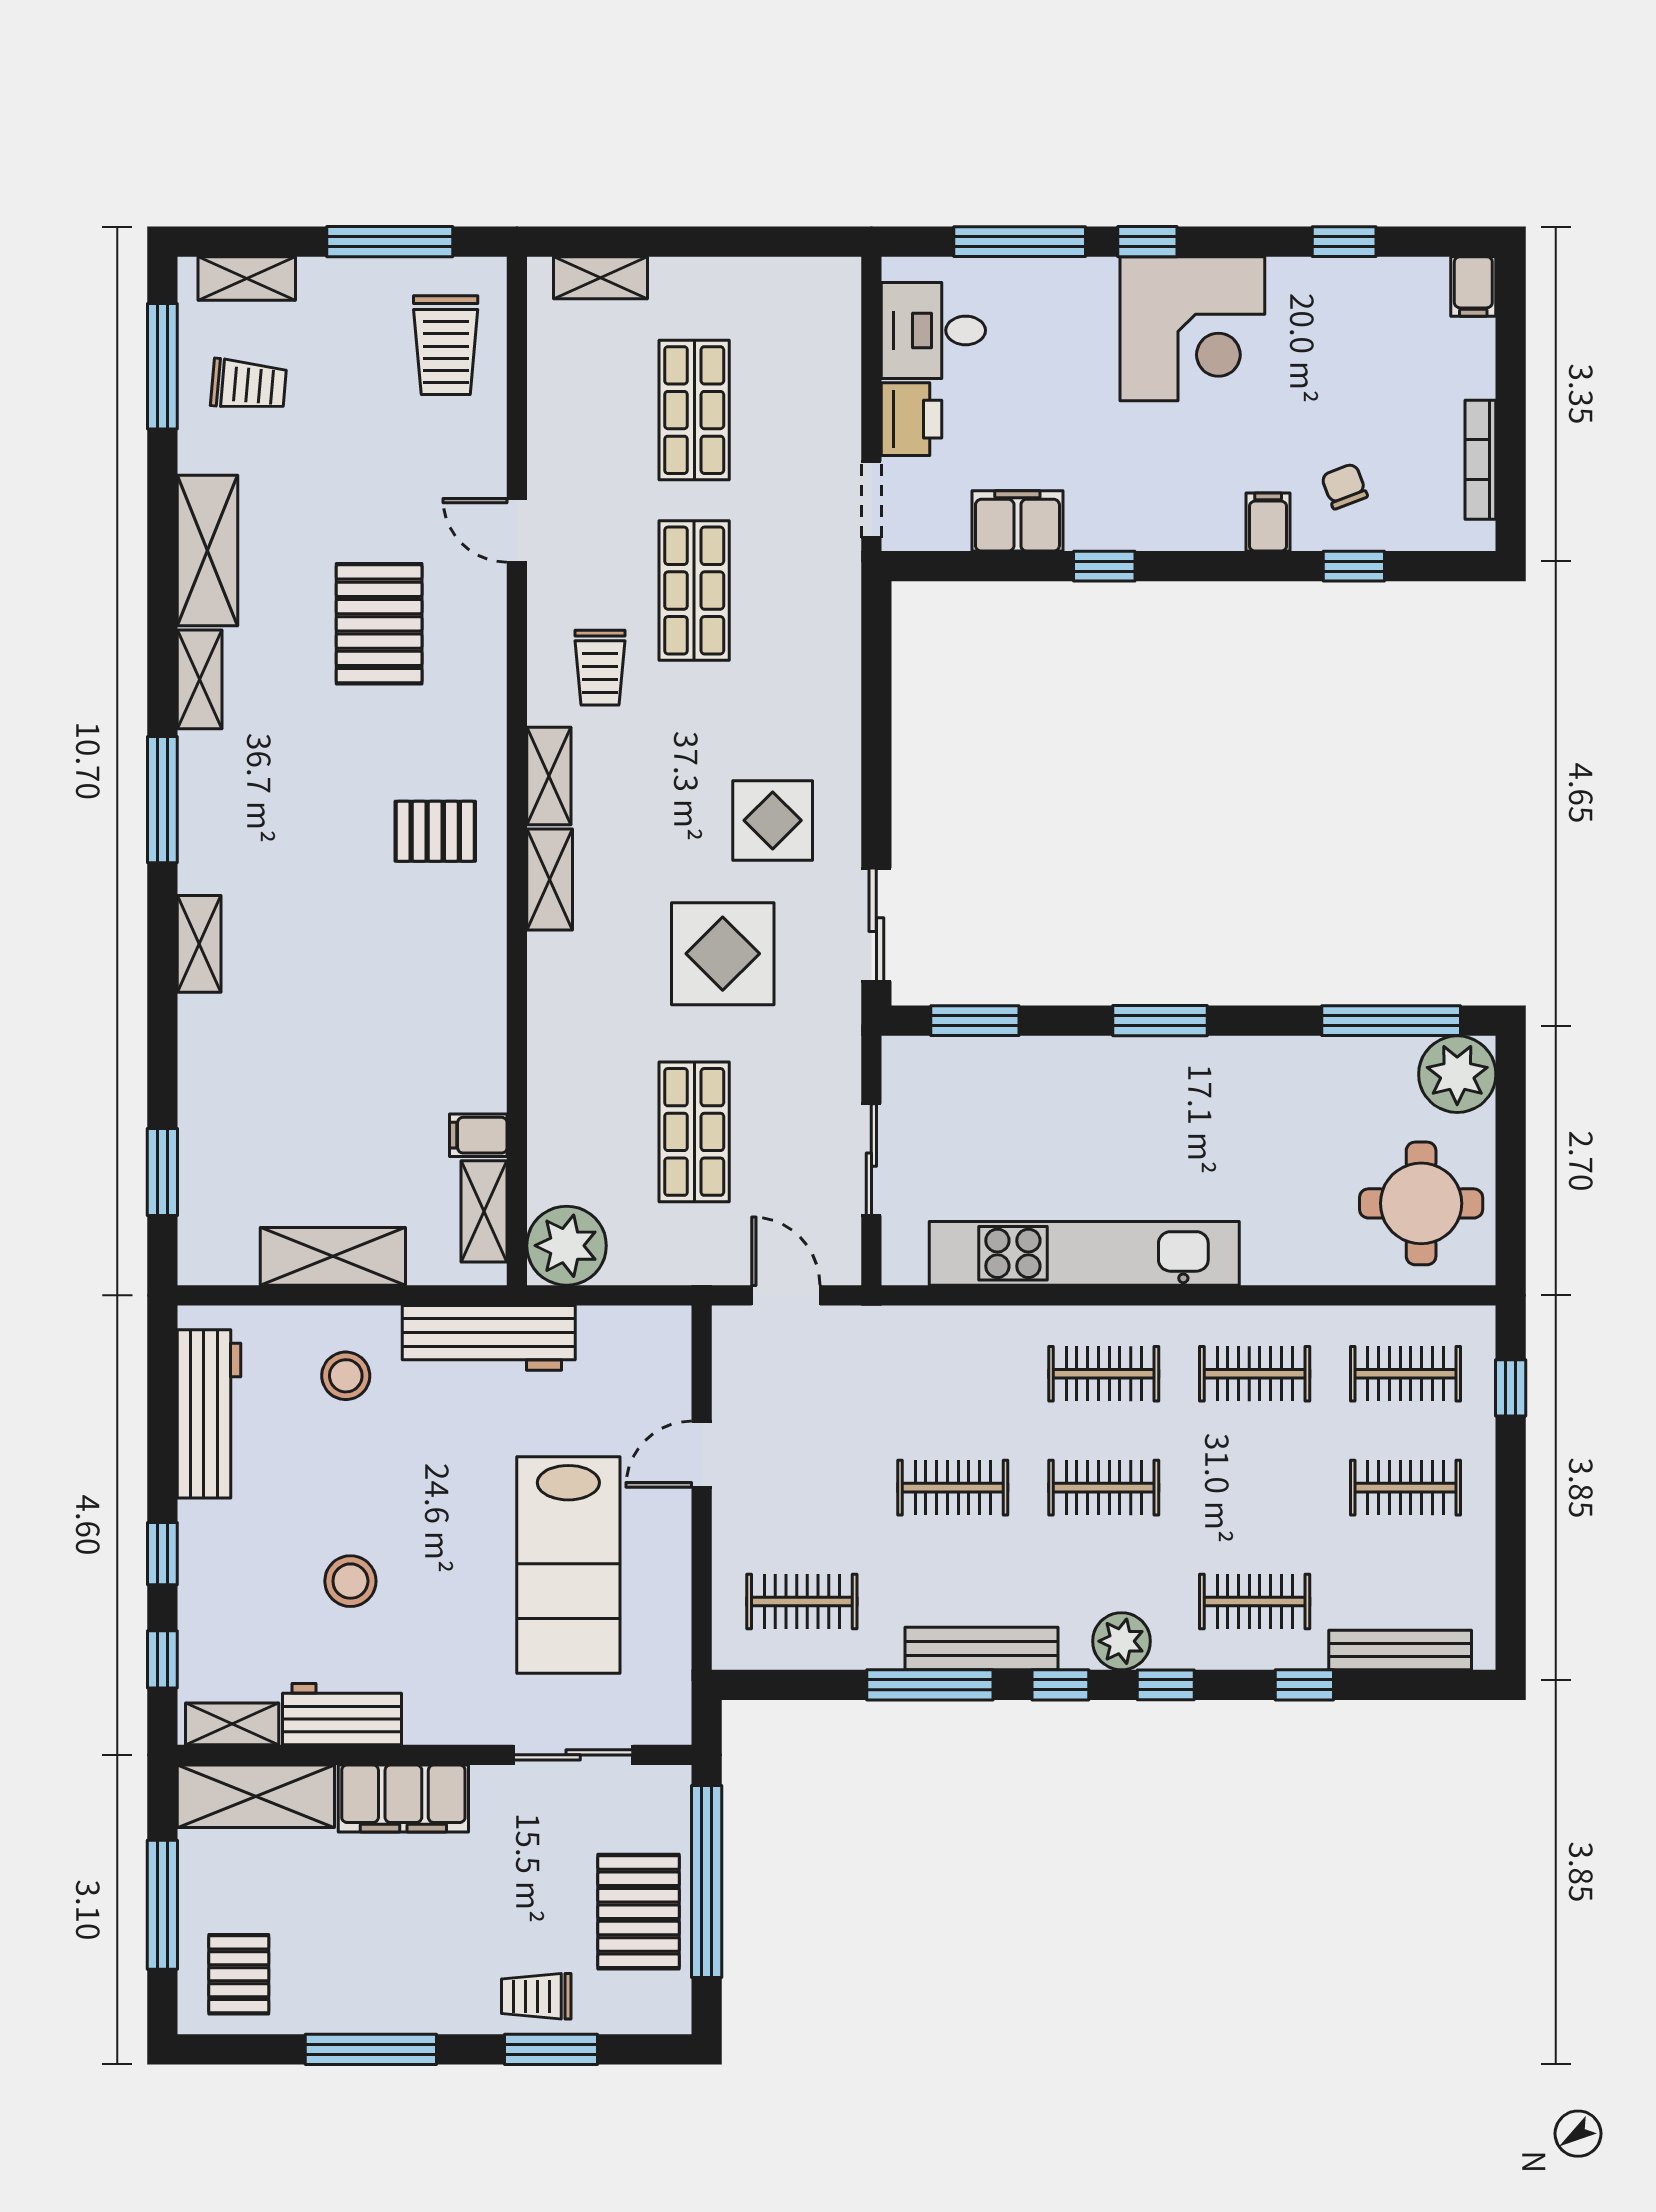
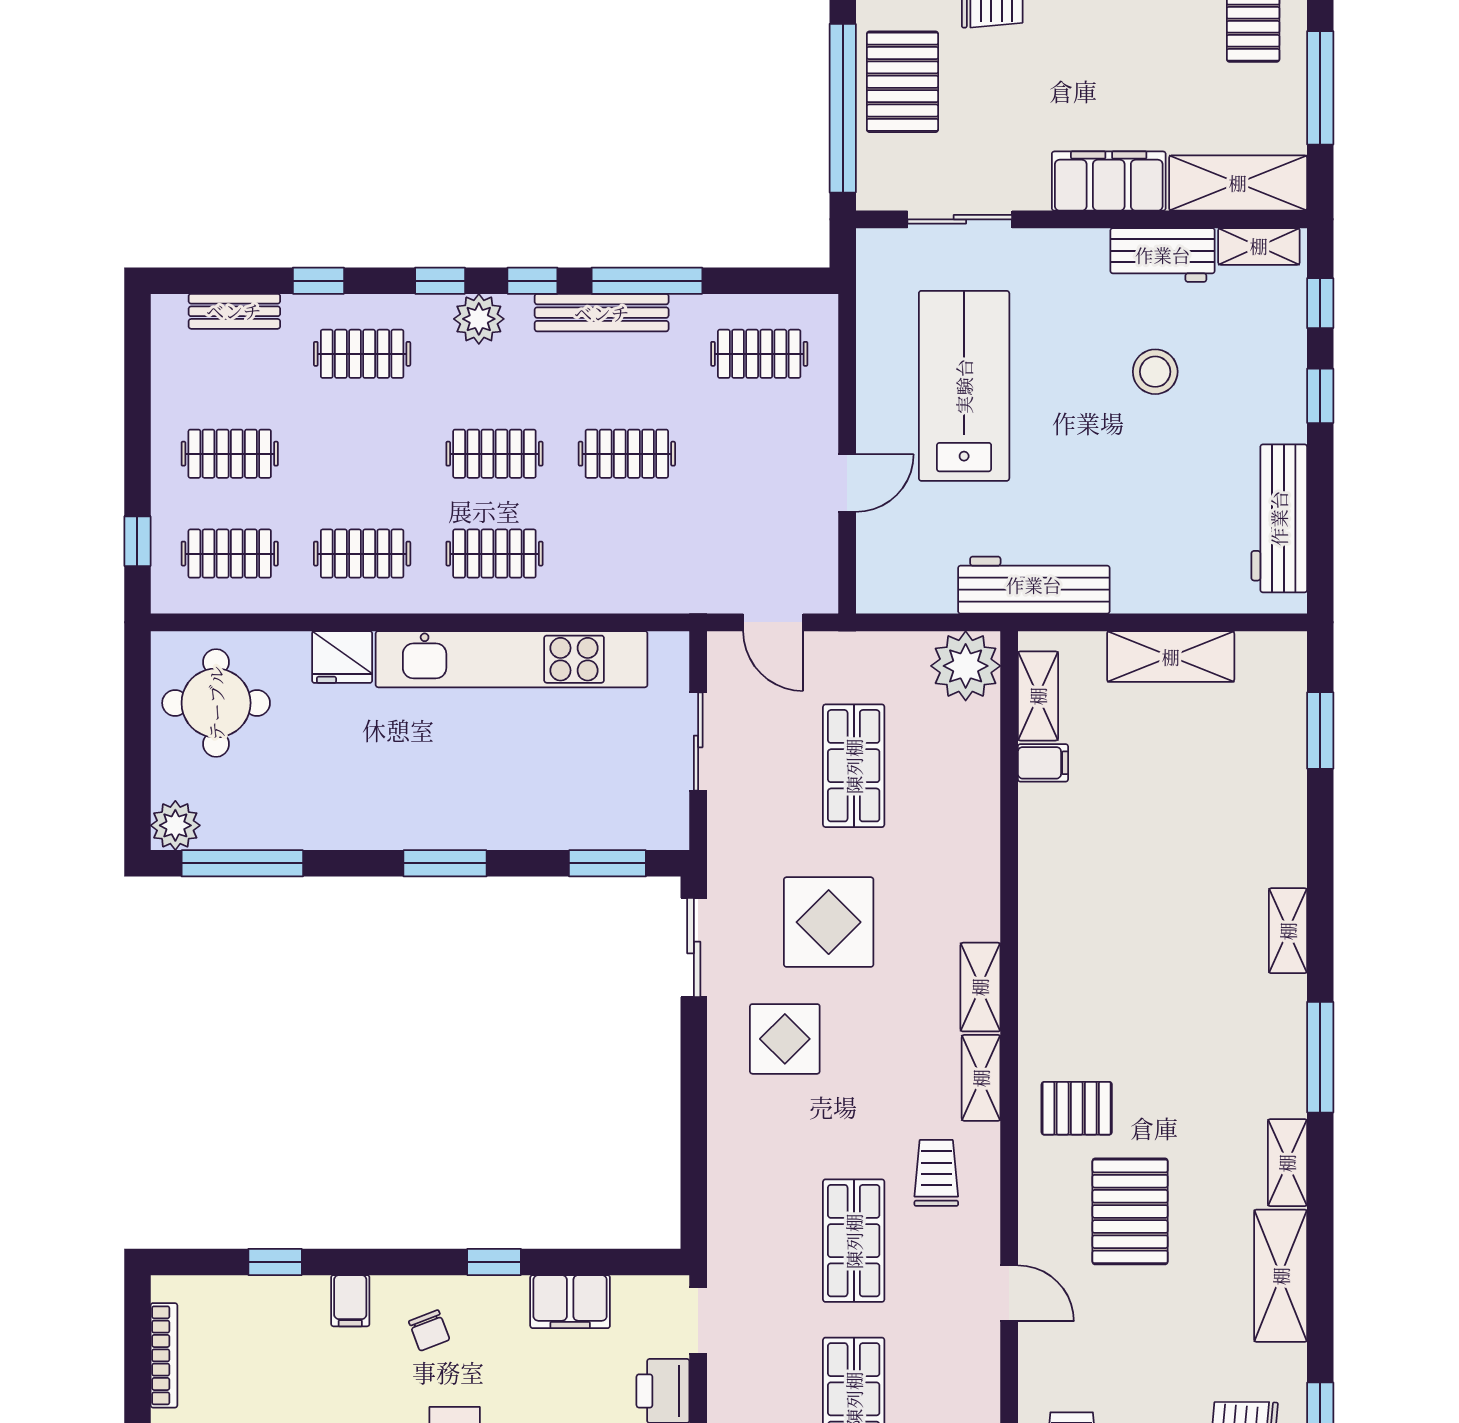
chair: (1344, 486) -> (429, 1330), moved
pallet: (435, 831) -> (1077, 1108), moved
plant: (1457, 1074) -> (175, 825), width x0.73, depth x0.73
fridge: (1277, 1256) -> (342, 657), added
stool: (346, 1376) -> (1159, 552), removed
bench: (1400, 1650) -> (234, 311), width x0.73

